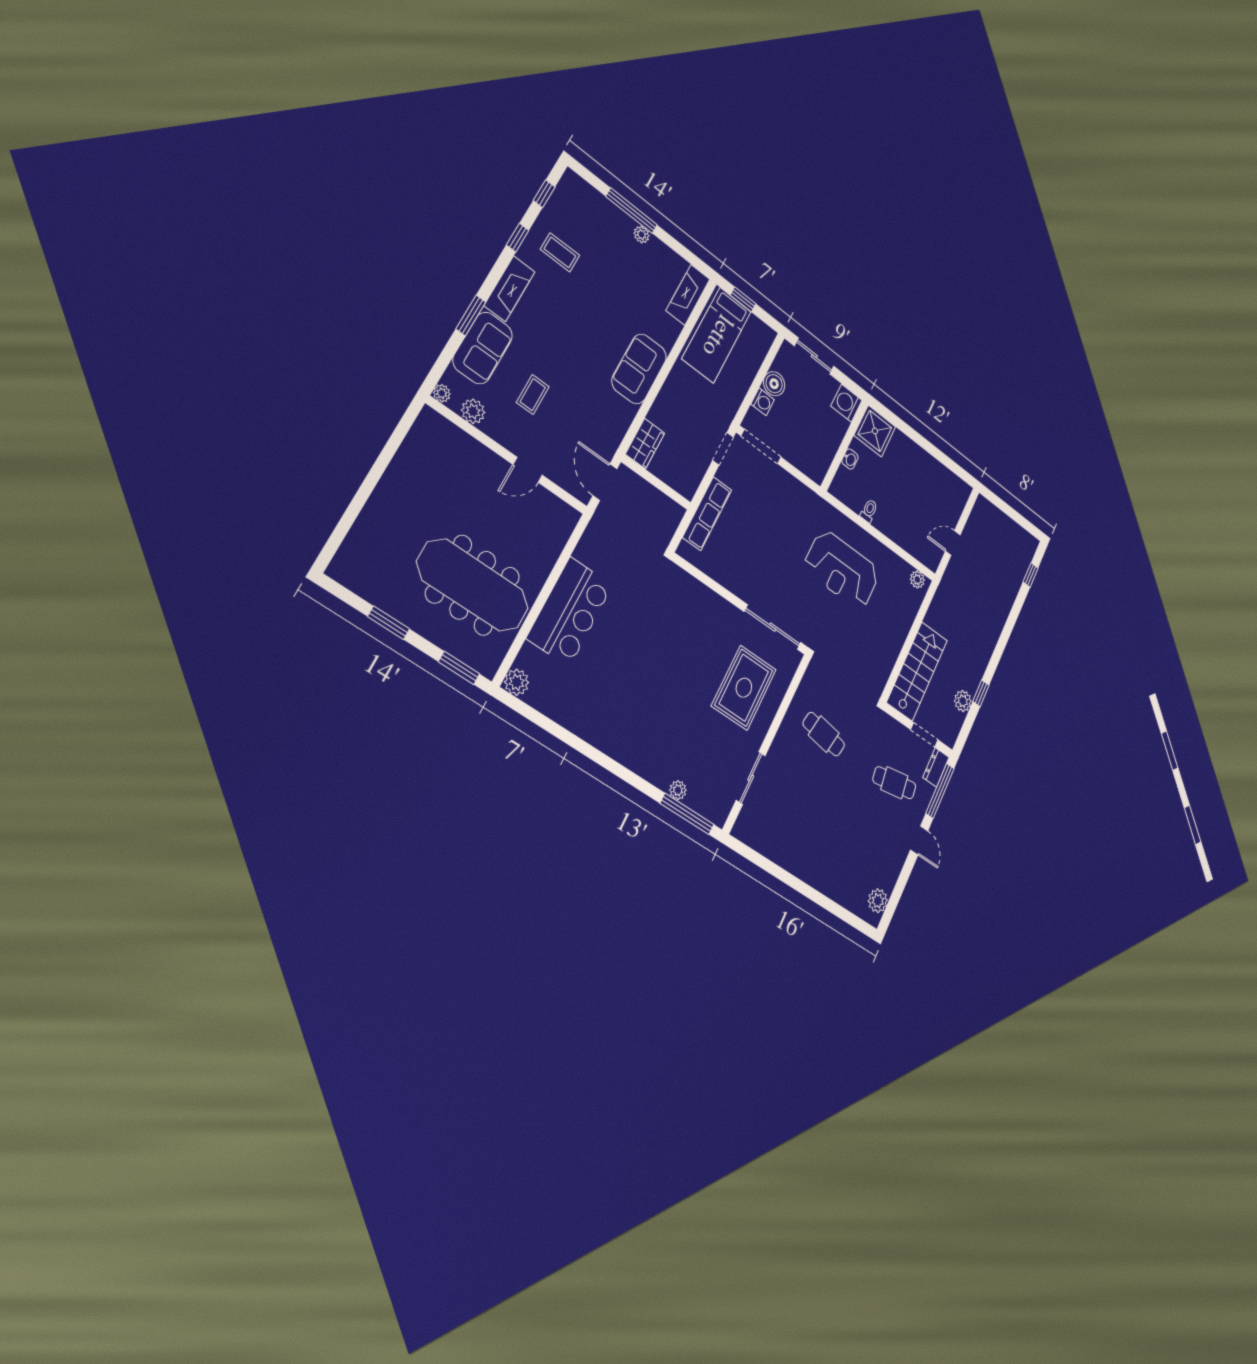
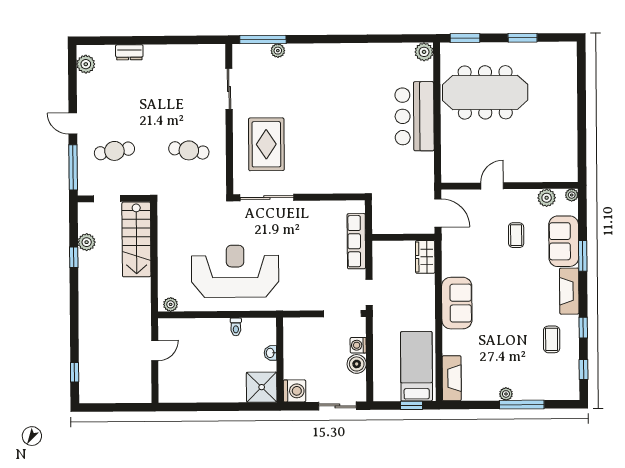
coffee table: (560, 252) -> (552, 339), turned 90
reception desk: (842, 570) -> (235, 271), width x1.36, depth x1.30
dresser: (936, 767) -> (129, 52), moved, turned 90

